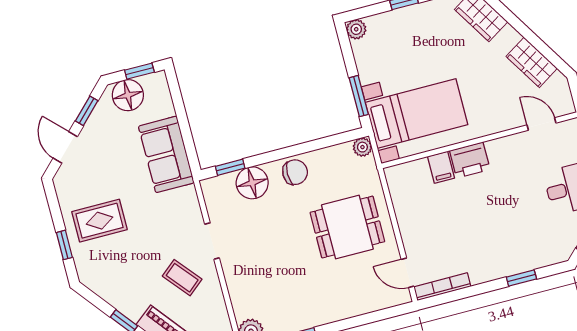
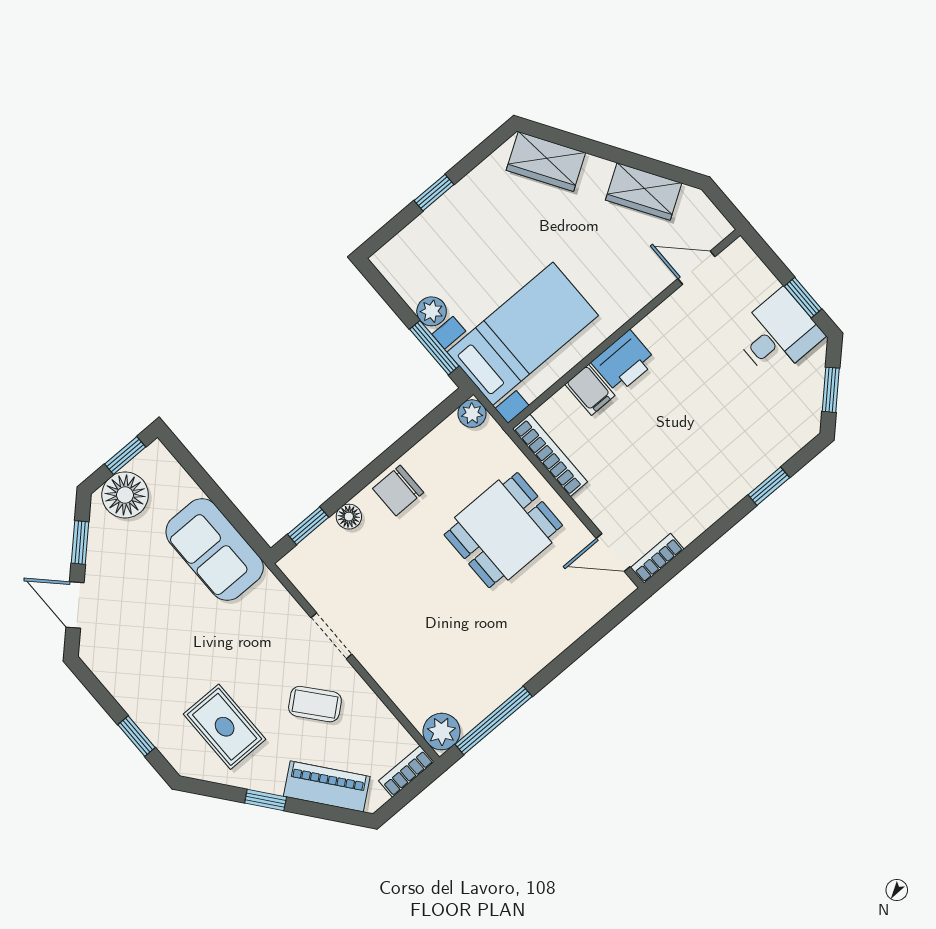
plant: (356, 29) -> (432, 311), moved
chair: (295, 172) -> (398, 490), turned 180
floor lamp: (252, 183) -> (349, 517), width x0.53, depth x0.53
bookcase: (398, 195) -> (550, 455), added
rug: (100, 221) -> (225, 727), moved, turned 90
bookcase: (442, 287) -> (657, 558), width x0.64

